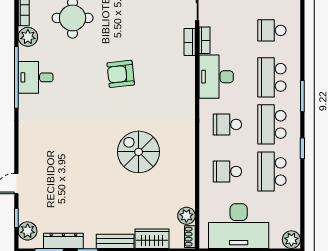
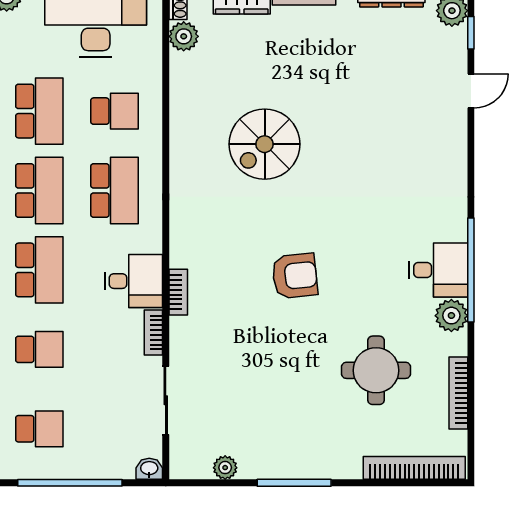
plant: (28, 37) -> (451, 316), moved
bookcase: (190, 42) -> (178, 292), moved
desk: (216, 77) -> (134, 281), width x0.73
school desk: (227, 124) -> (115, 190), width x1.85
spiral stairs: (139, 152) -> (265, 144), turned 90

